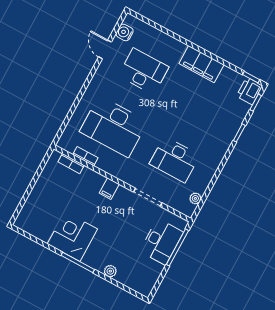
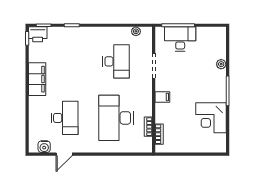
desk: (144, 71) -> (65, 118), turned 180
desk: (114, 127) -> (116, 118), turned 180
corner desk: (72, 236) -> (211, 118), moved

